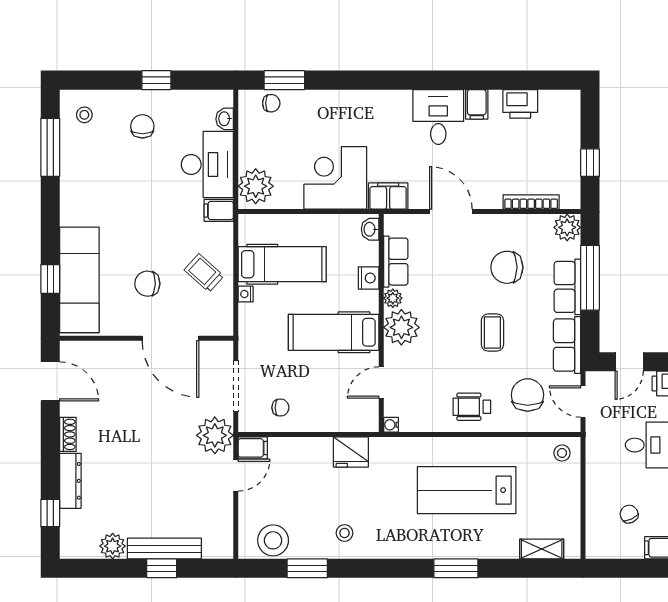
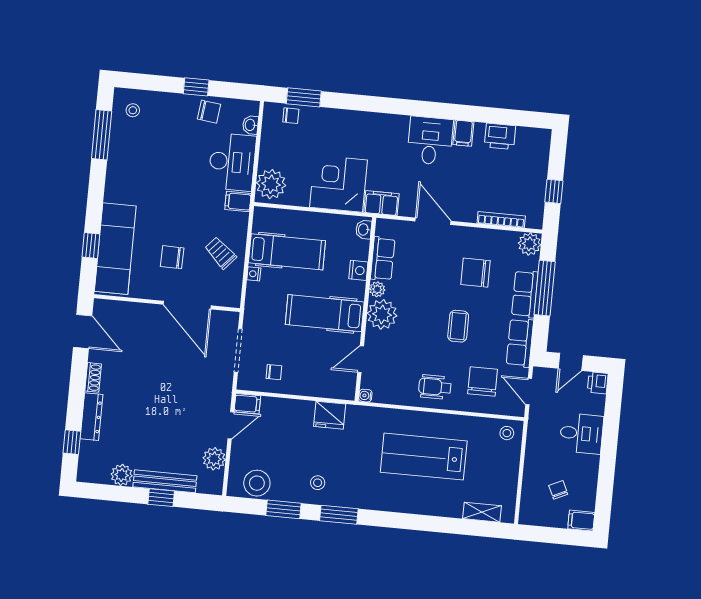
chair: (142, 126) -> (209, 112), moved, turned 97
plant: (215, 435) -> (214, 459), moved, width x0.73, depth x0.73
window: (456, 568) -> (339, 515), moved

